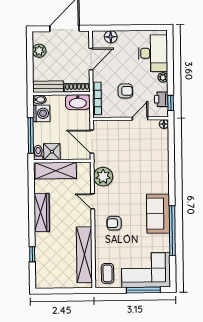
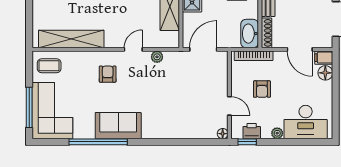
filing cabinet: (98, 38) -> (324, 58), added
plant: (103, 177) -> (157, 57), width x0.53, depth x0.53

